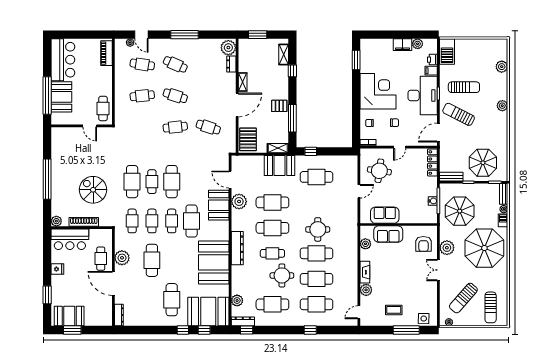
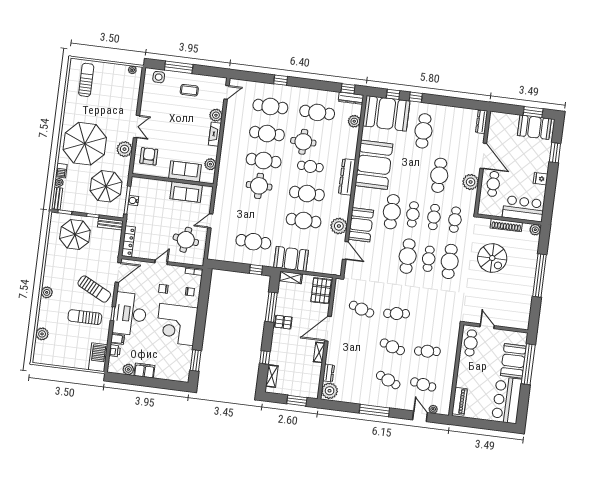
sun lounger: (463, 298) -> (114, 93), removed

